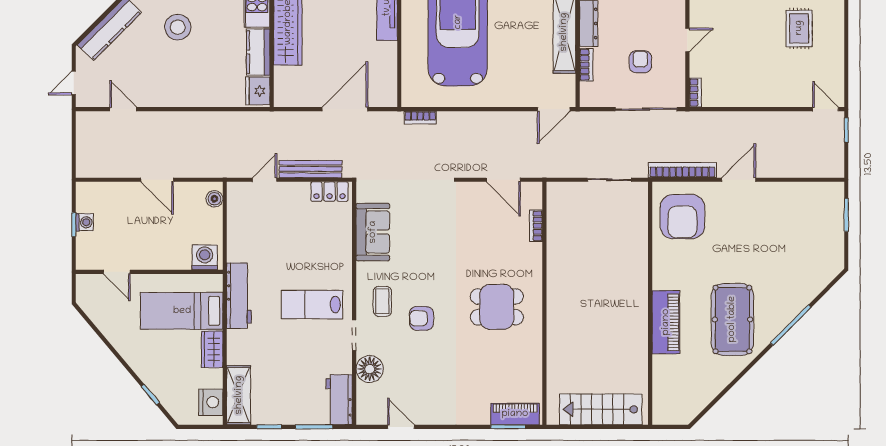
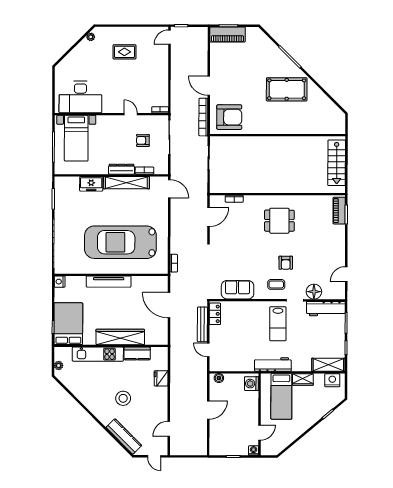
fridge: (258, 91) -> (161, 378), moved, turned 90
washing machine: (84, 222) -> (254, 451), moved
dining table: (497, 307) -> (279, 221), turned 90
piano: (666, 322) -> (228, 34), moved, turned 180
workbench: (339, 400) -> (326, 309), width x1.38

